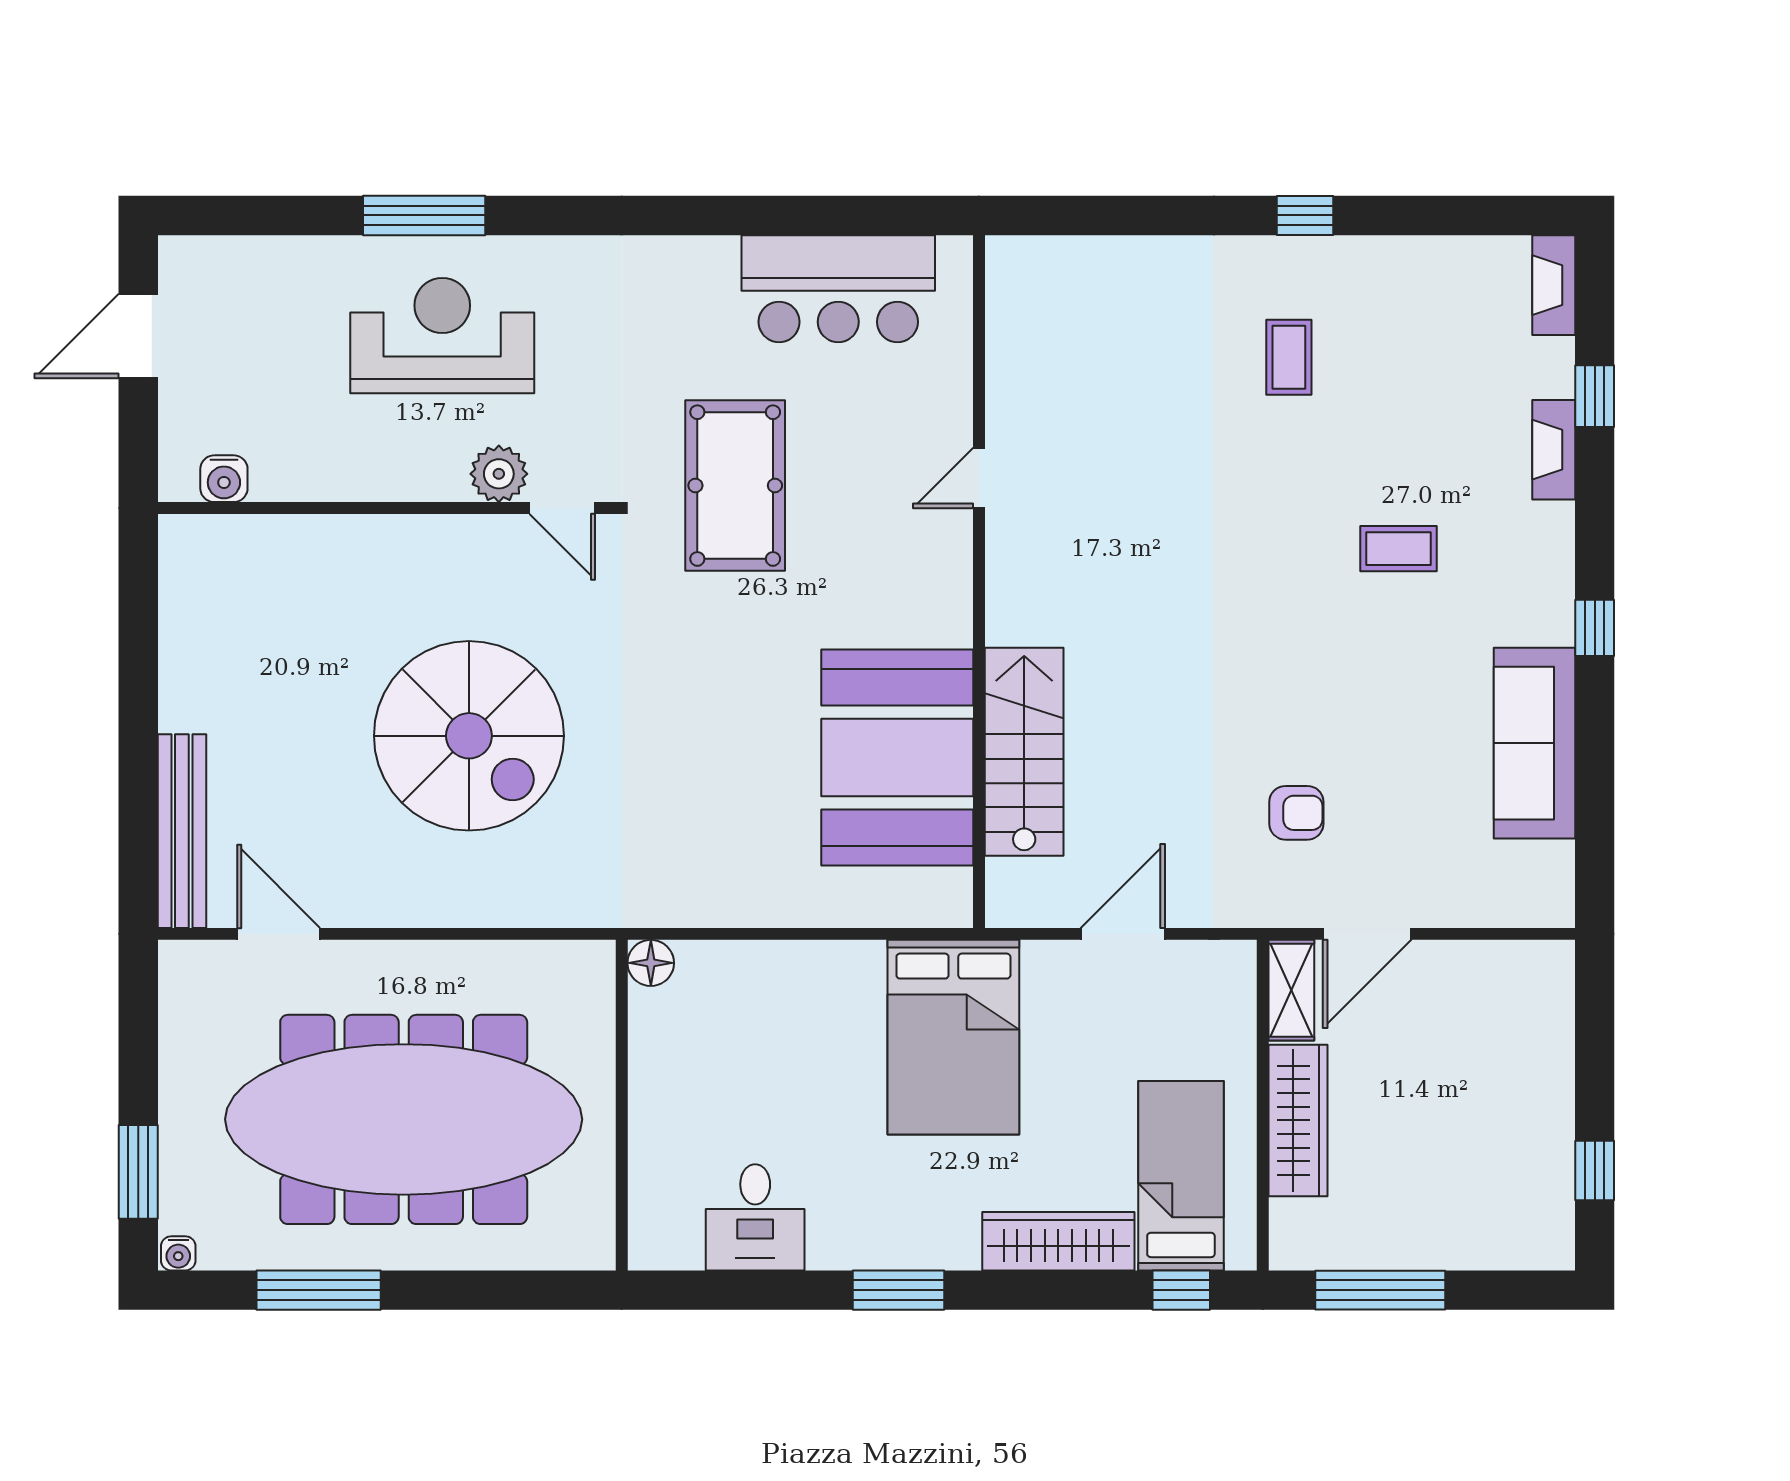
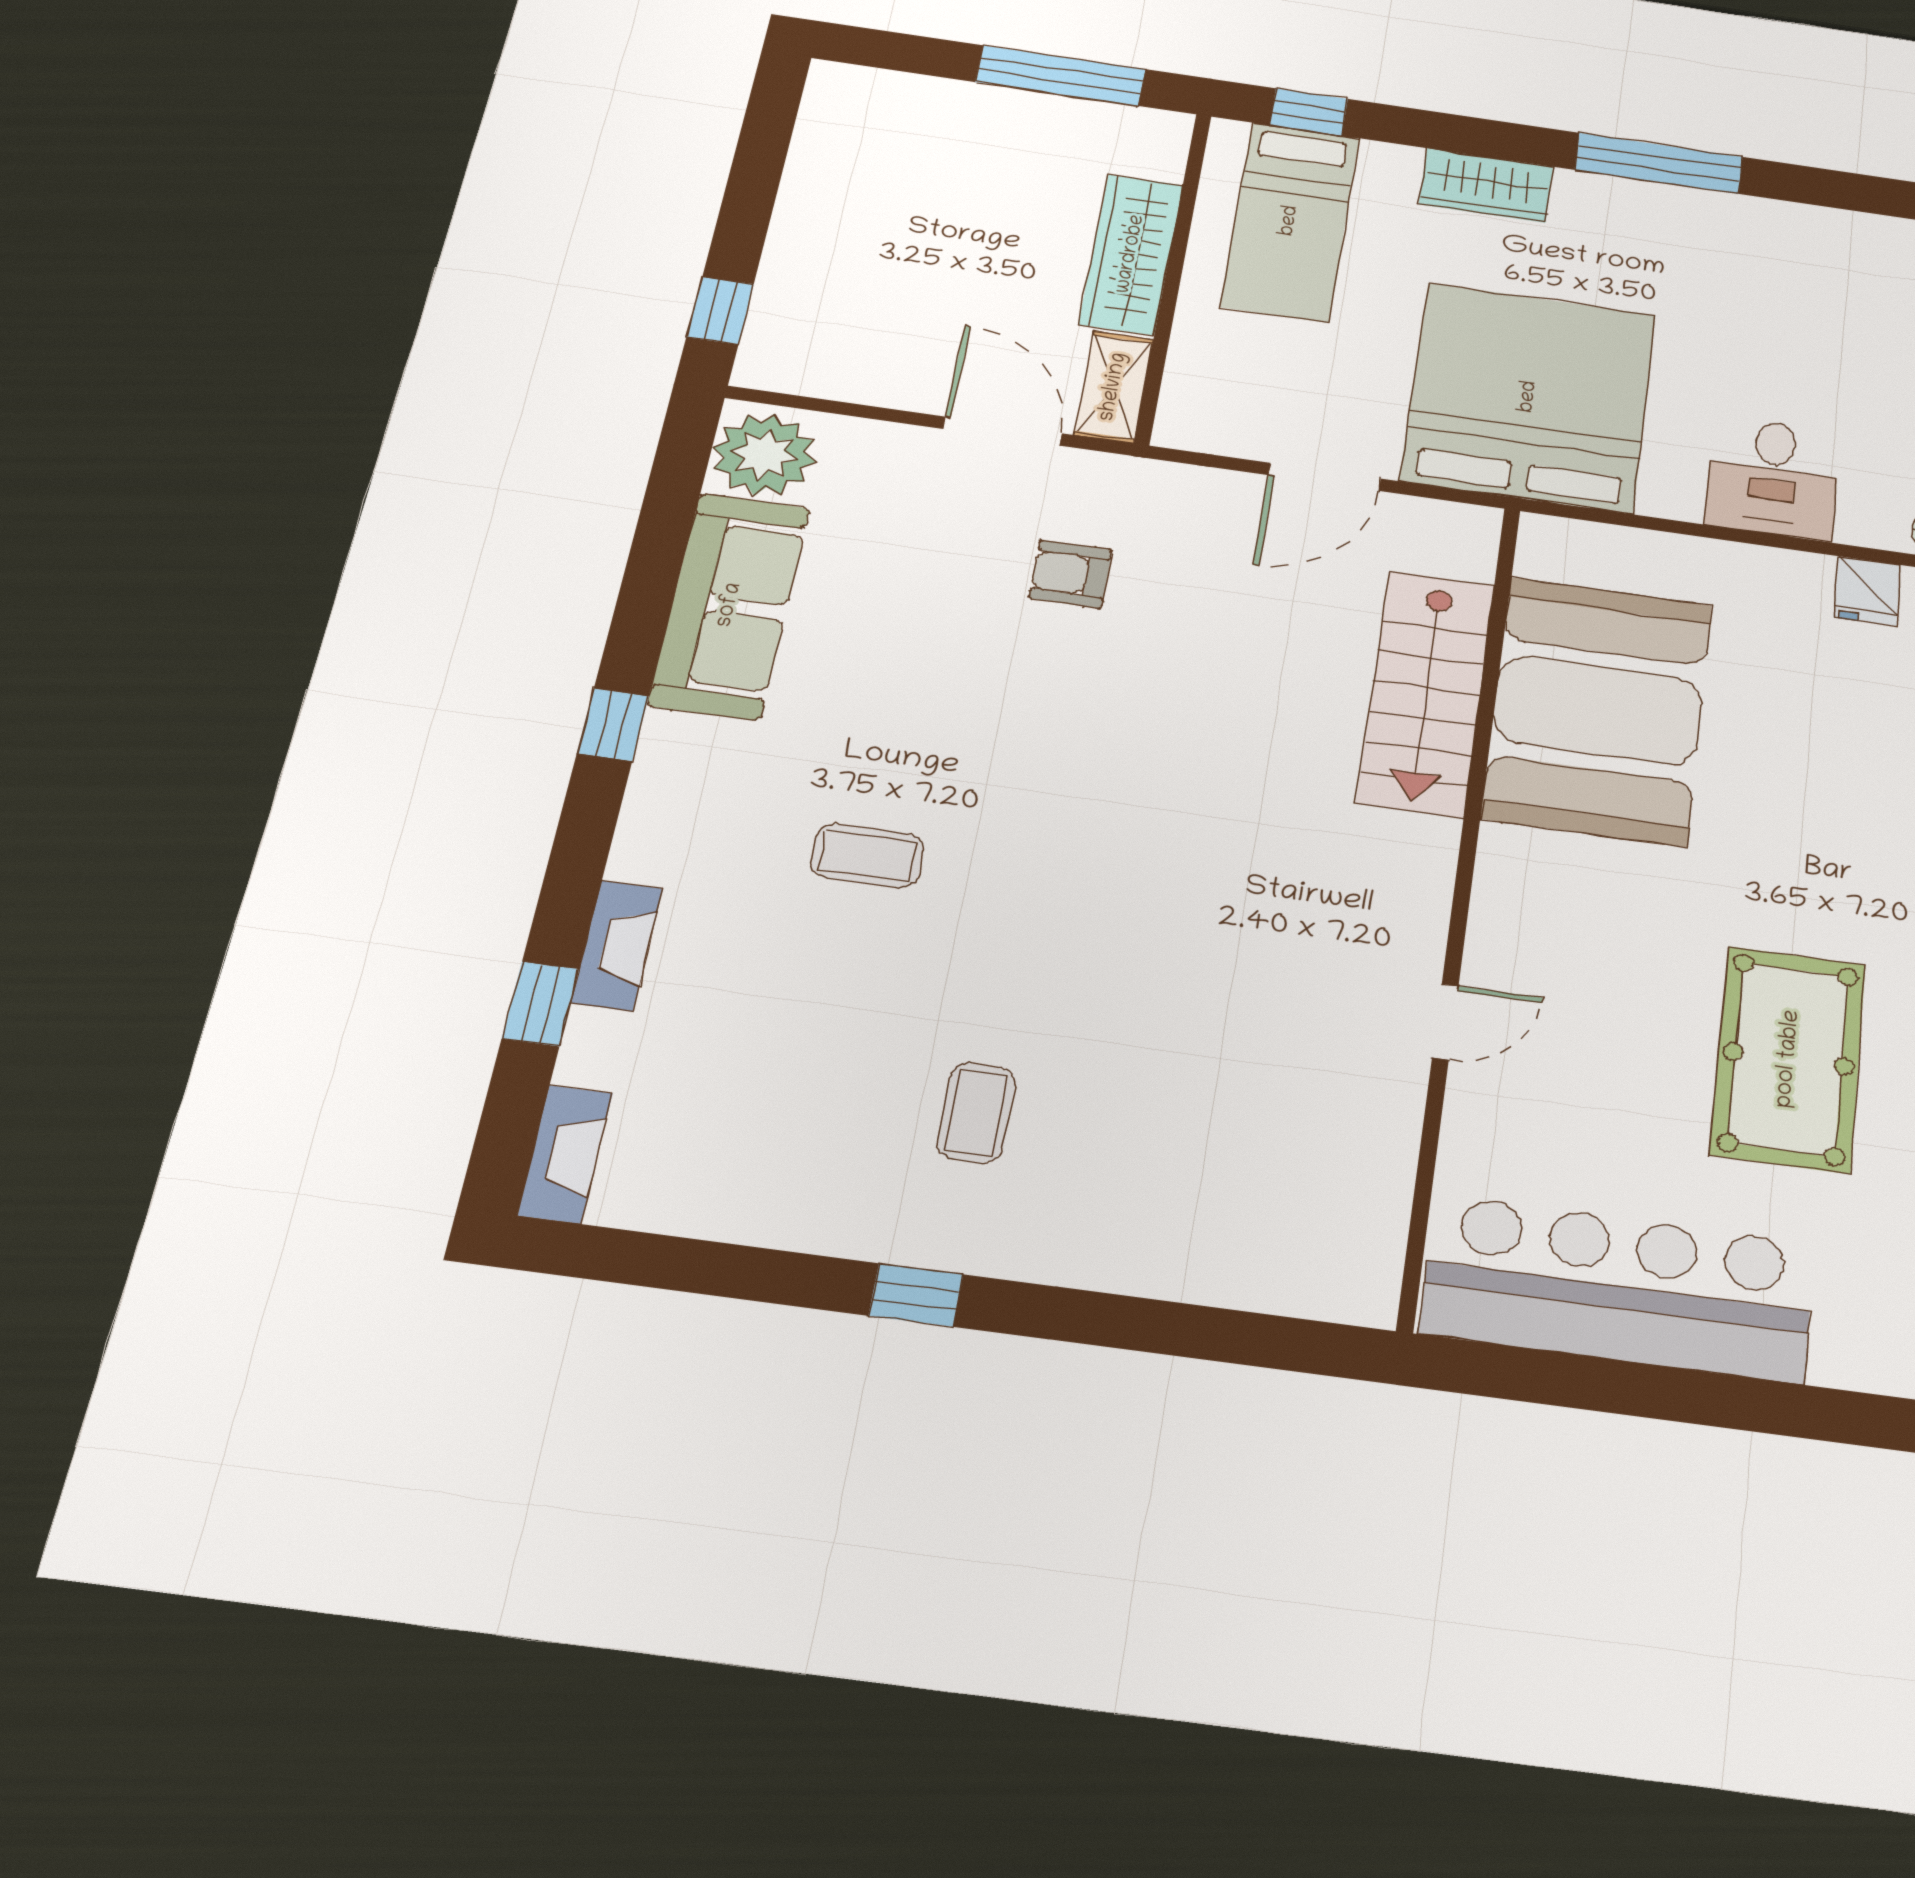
bar counter: (838, 289) -> (1619, 1289), width x1.36
plant: (1536, 881) -> (764, 455), added
fridge: (705, 899) -> (1867, 591), added
door: (1367, 934) -> (1002, 431), hinge flipped
bed: (953, 1037) -> (1529, 397), width x1.36
window: (1595, 1171) -> (720, 311), moved
desk: (755, 1217) -> (1772, 478), moved, turned 180
wardrobe: (1058, 1241) -> (1486, 185), width x0.67
window: (899, 1290) -> (1659, 163), width x1.44

